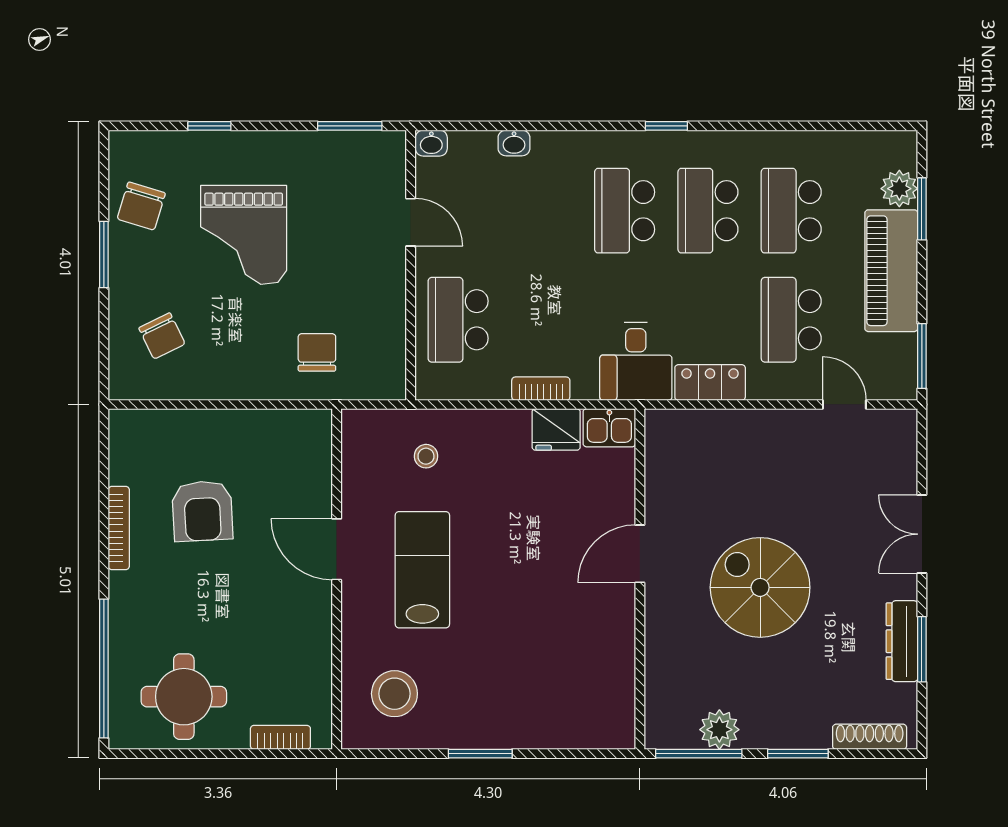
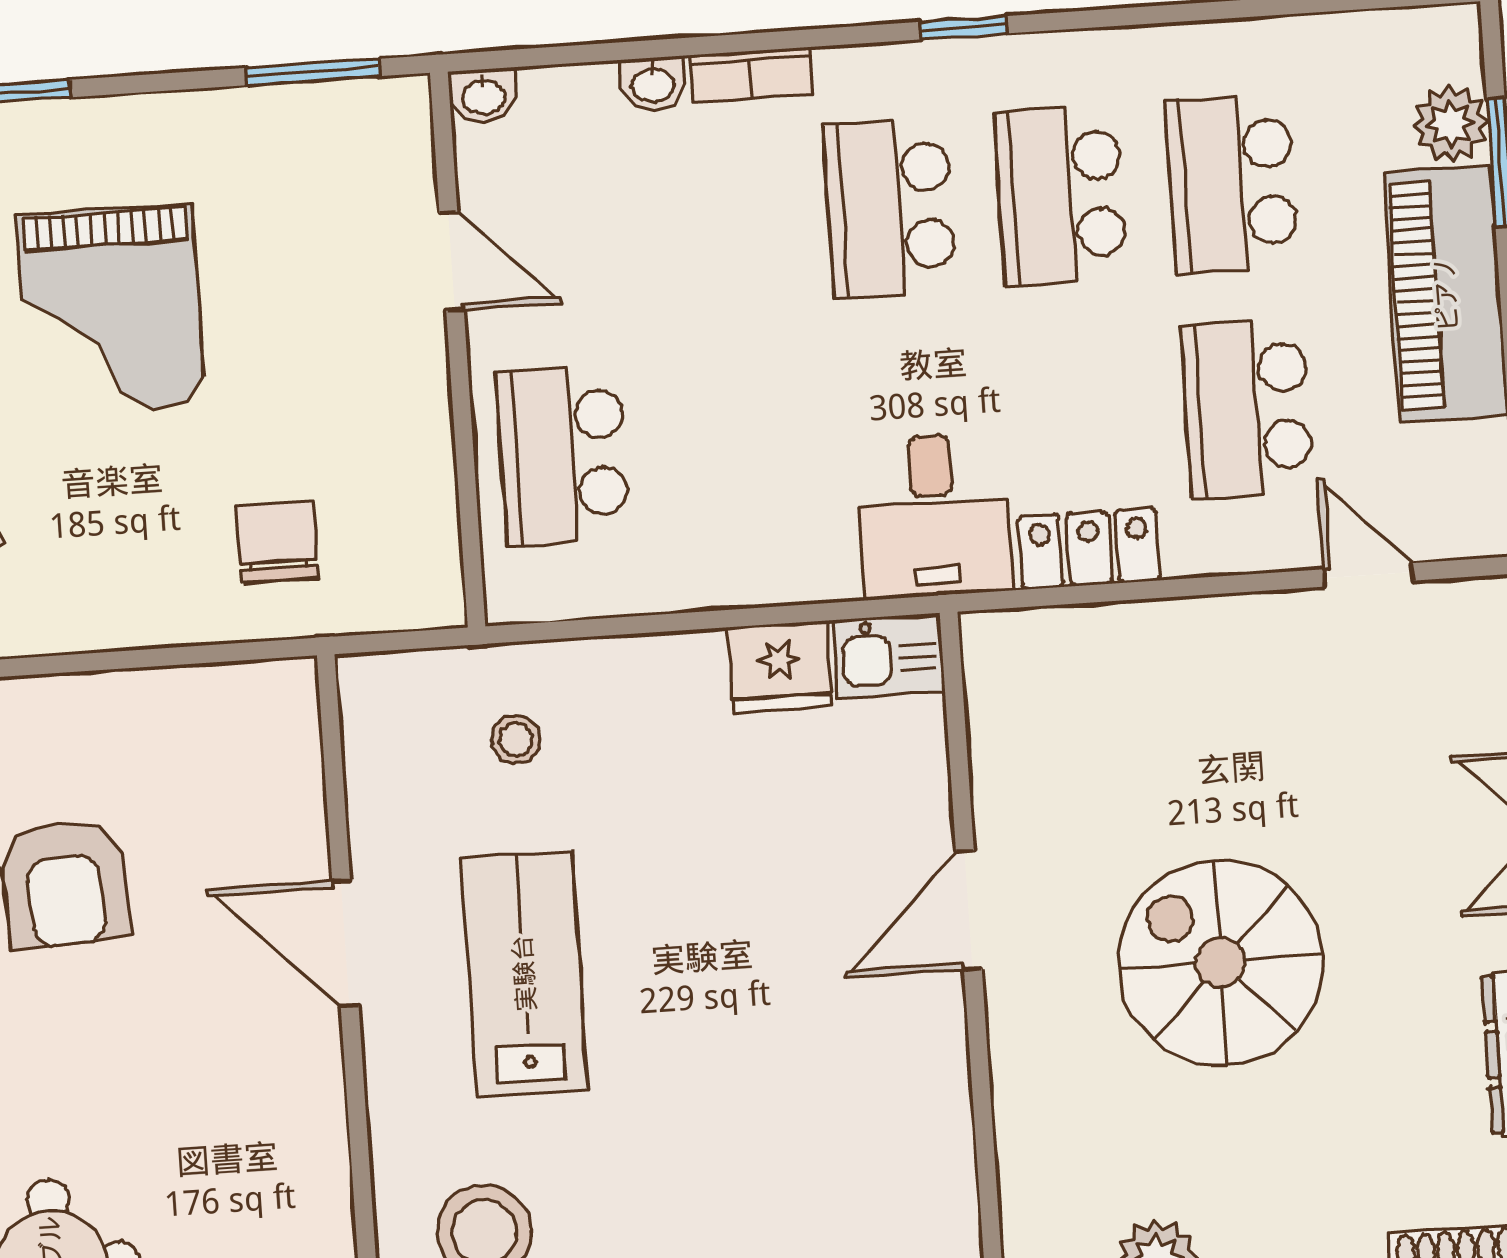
bookcase: (541, 389) -> (751, 75), moved, turned 180

